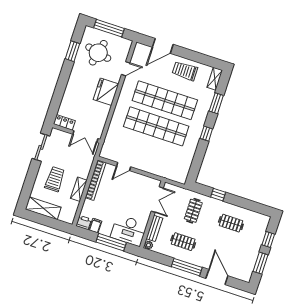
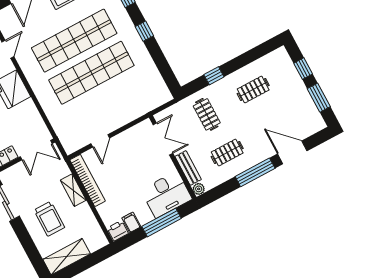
trolley: (55, 179) -> (49, 219), turned 180
shelving: (79, 189) -> (73, 190), moved

